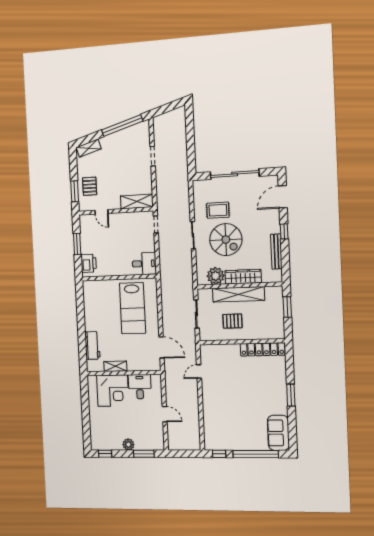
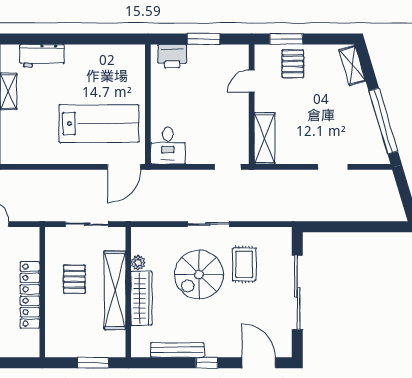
pallet: (90, 186) -> (293, 64), turned 90
plant: (216, 276) -> (138, 263), width x0.53, depth x0.53
lab bench: (132, 308) -> (99, 124), turned 180
door: (161, 347) -> (124, 167), moved
locker: (263, 349) -> (30, 295), moved

